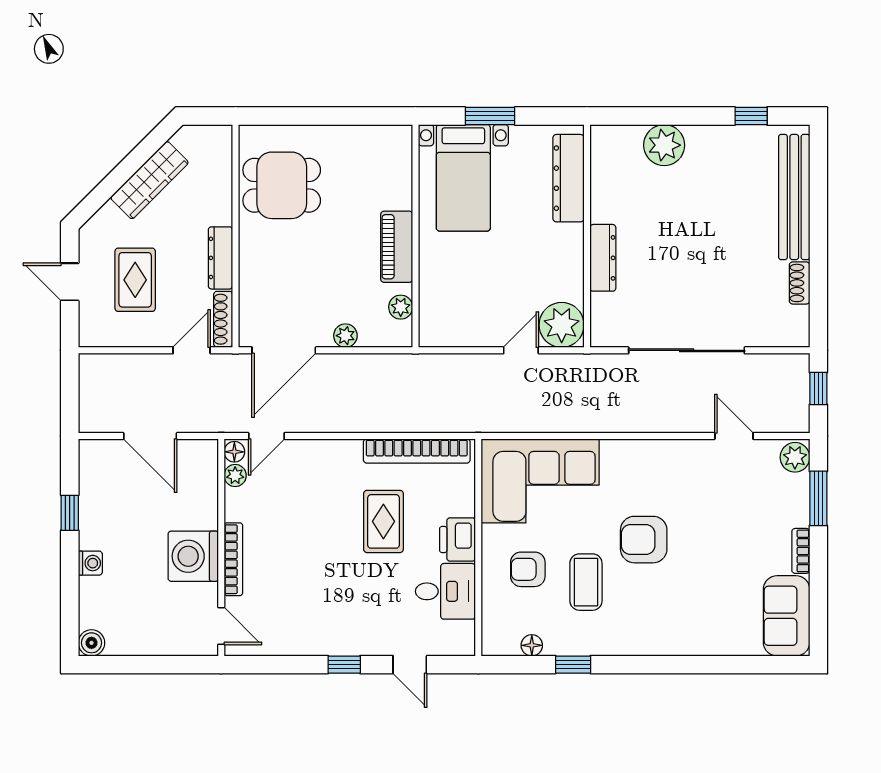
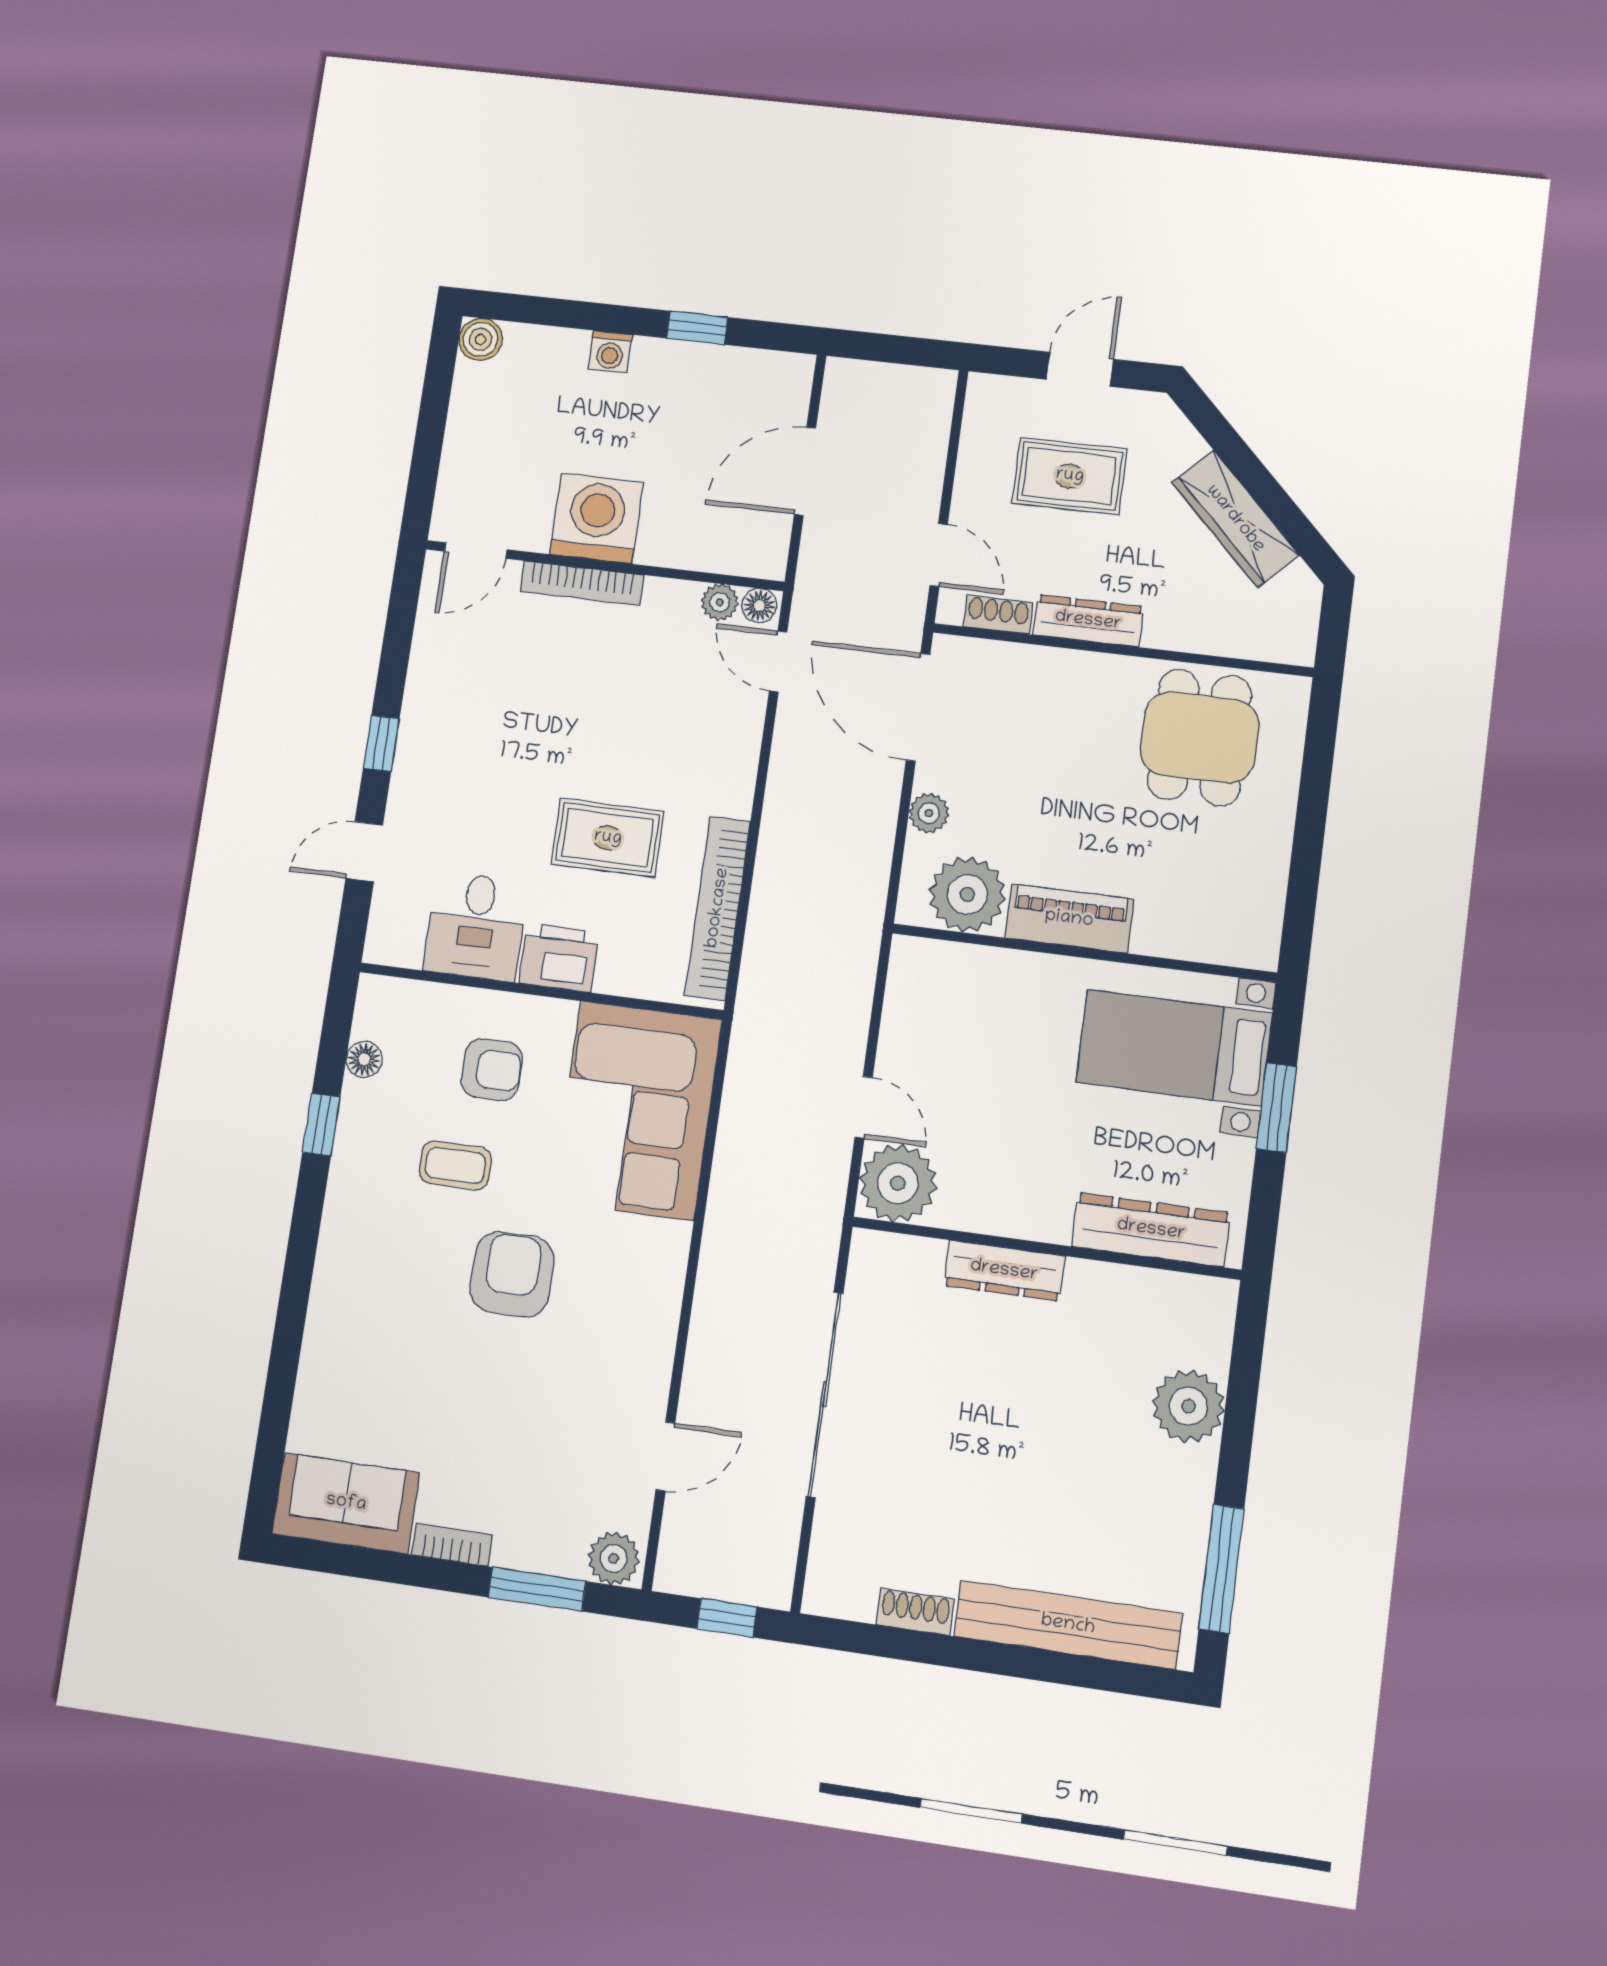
window: (751, 116) -> (1221, 1569), width x2.17
plant: (401, 307) -> (967, 894), width x1.88, depth x1.88
shoe rack: (223, 319) -> (998, 615), width x0.70
armchair: (528, 569) -> (492, 1070), turned 90
coffee table: (586, 582) -> (455, 1165), width x0.73, depth x0.77

